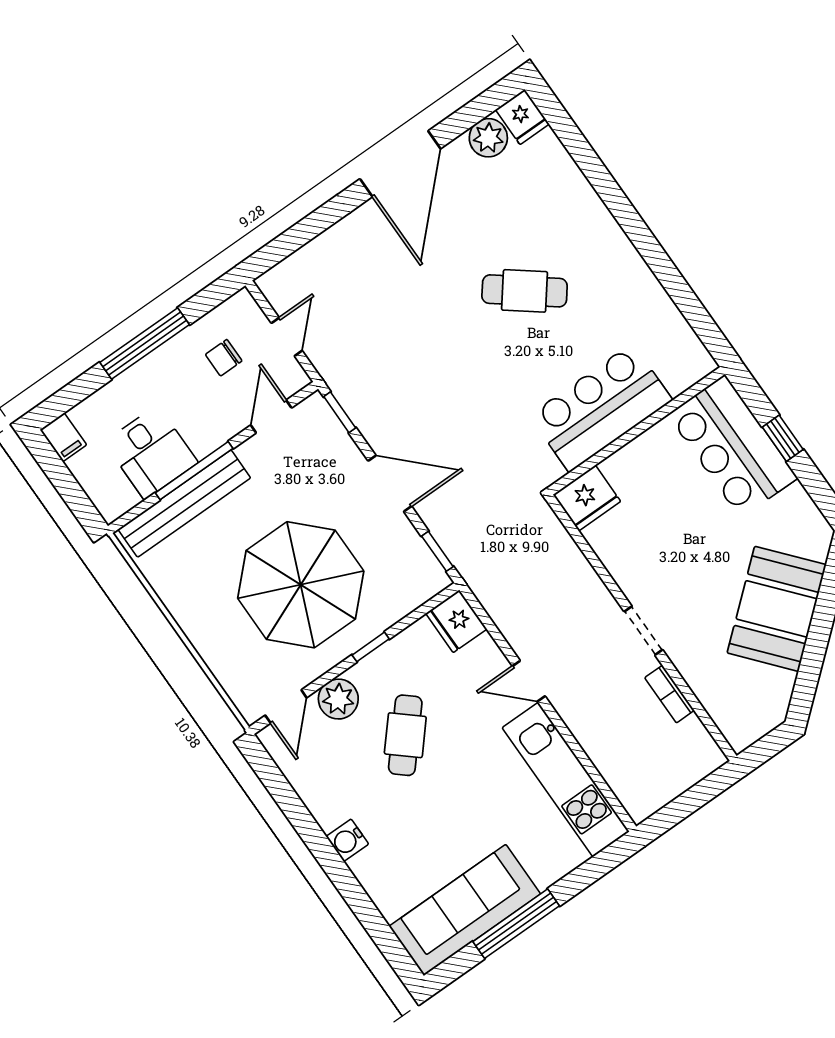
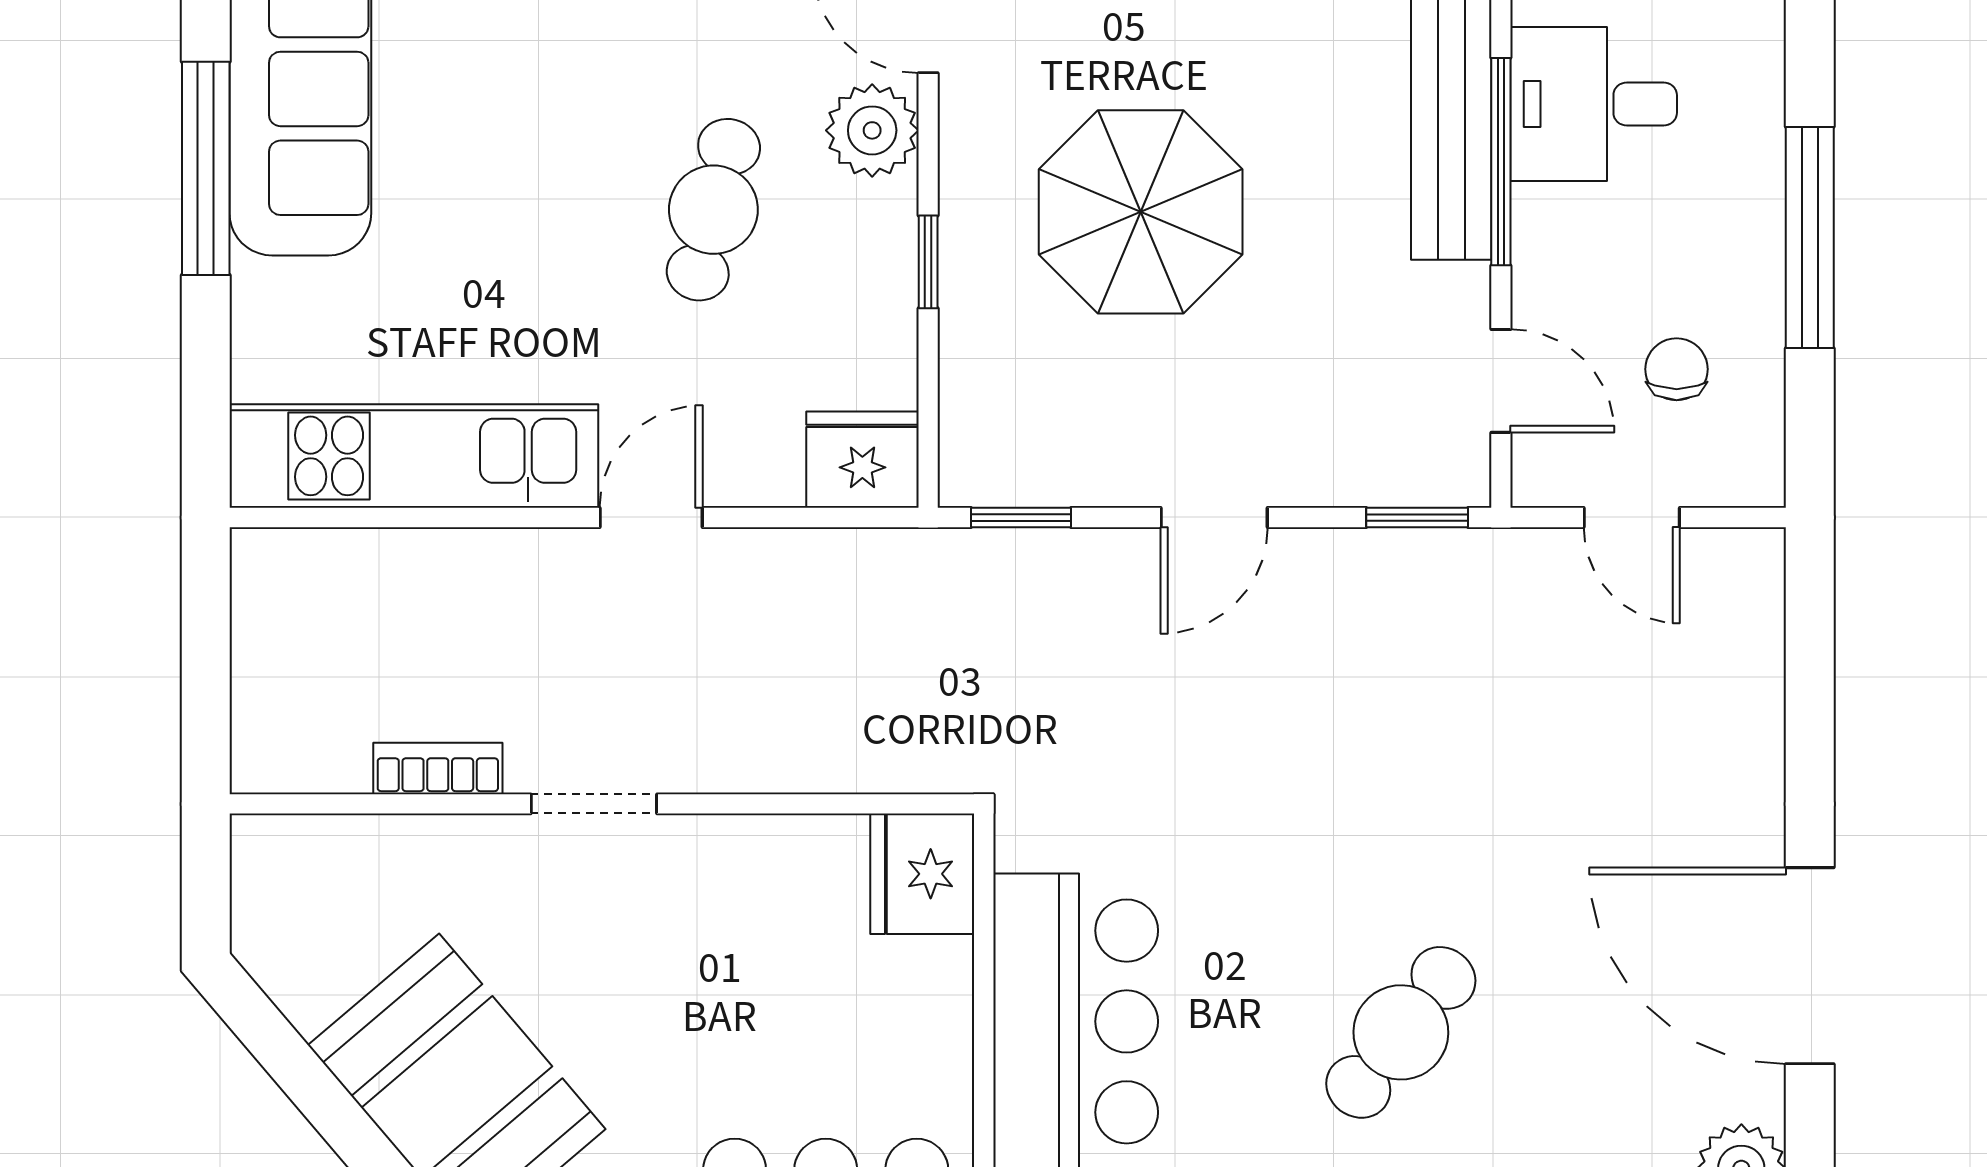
door: (390, 484) -> (1214, 517), width x0.73
parasol: (301, 585) -> (1141, 212), width x0.73, depth x0.73
cafe table: (405, 735) -> (713, 210), turned 63

